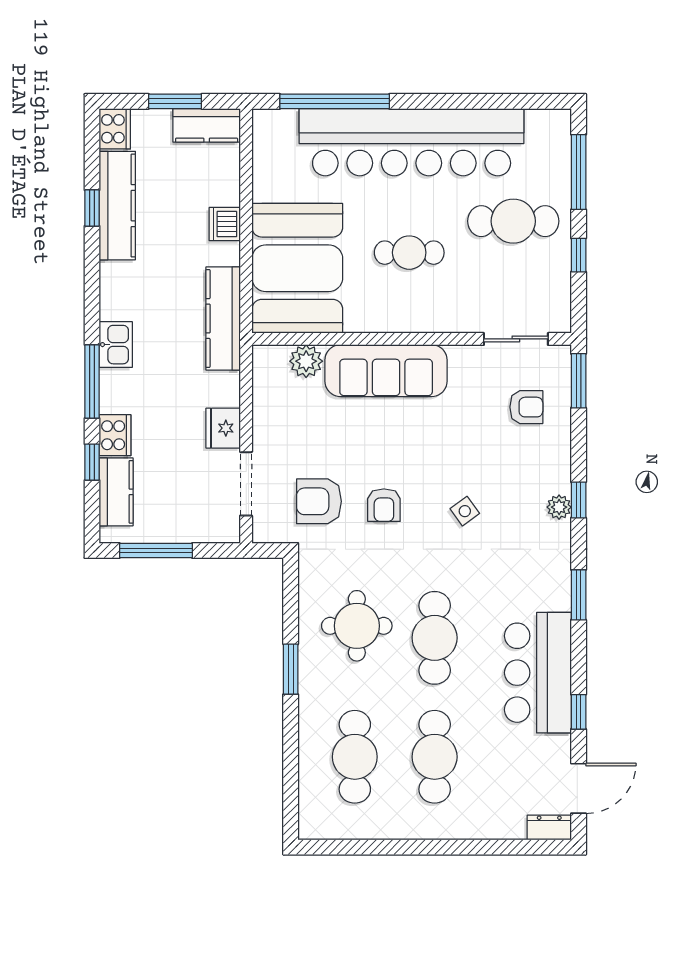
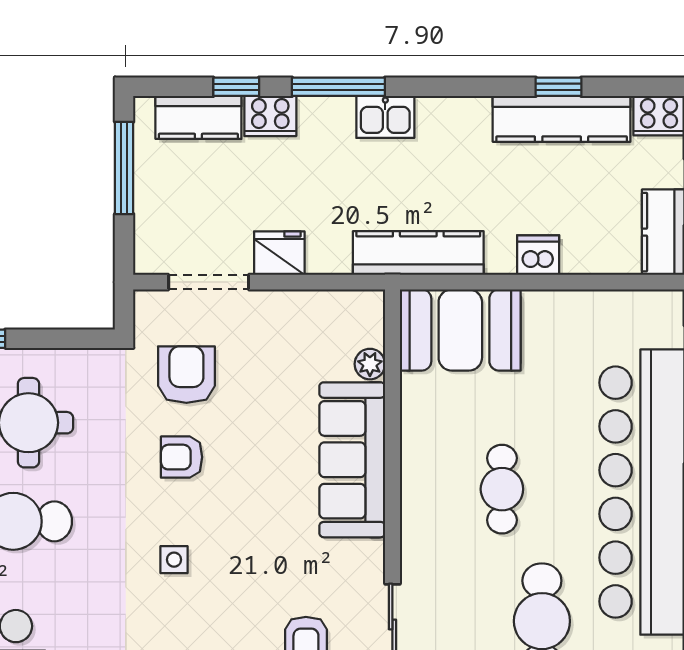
booth: (297, 268) -> (460, 330), width x0.73, depth x0.70
plant: (306, 361) -> (370, 364), width x0.73, depth x0.73
side table: (465, 511) -> (174, 560), turned 36

